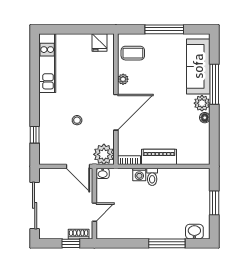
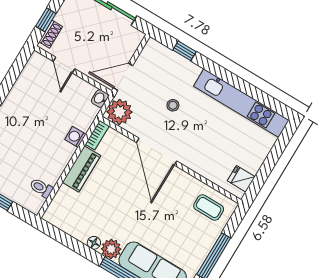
coffee table: (133, 53) -> (209, 207), turned 90
kitchen unit: (47, 63) -> (241, 103), width x1.36
plant: (123, 79) -> (187, 180), removed
toilet: (152, 177) -> (41, 188), moved

